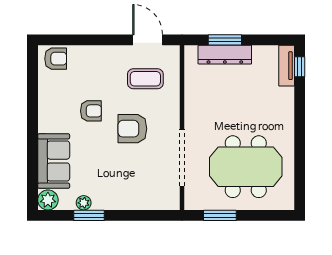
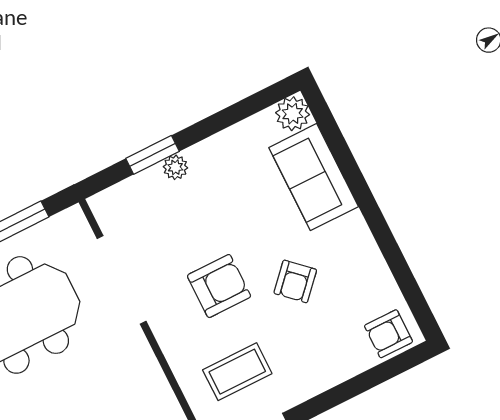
armchair: (91, 111) -> (295, 281), turned -47
plant: (84, 203) -> (175, 167), moved
window: (89, 215) -> (152, 155), moved

